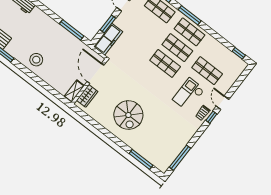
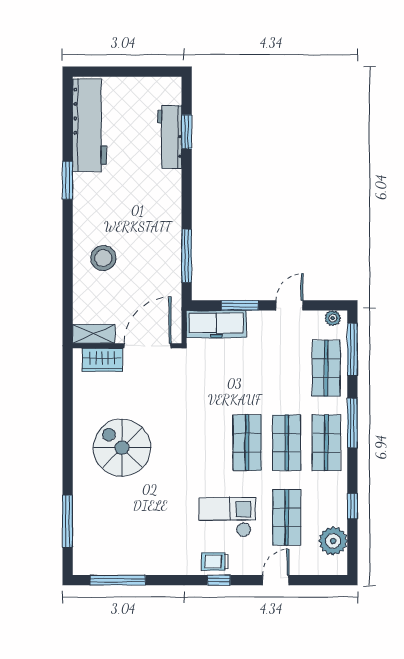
window: (239, 53) -> (352, 506), moved
plant: (231, 59) -> (333, 541), added
stool: (36, 60) -> (103, 258), moved
door: (223, 103) -> (276, 580), moved
spiral stairs: (128, 115) -> (122, 448), turned 90

